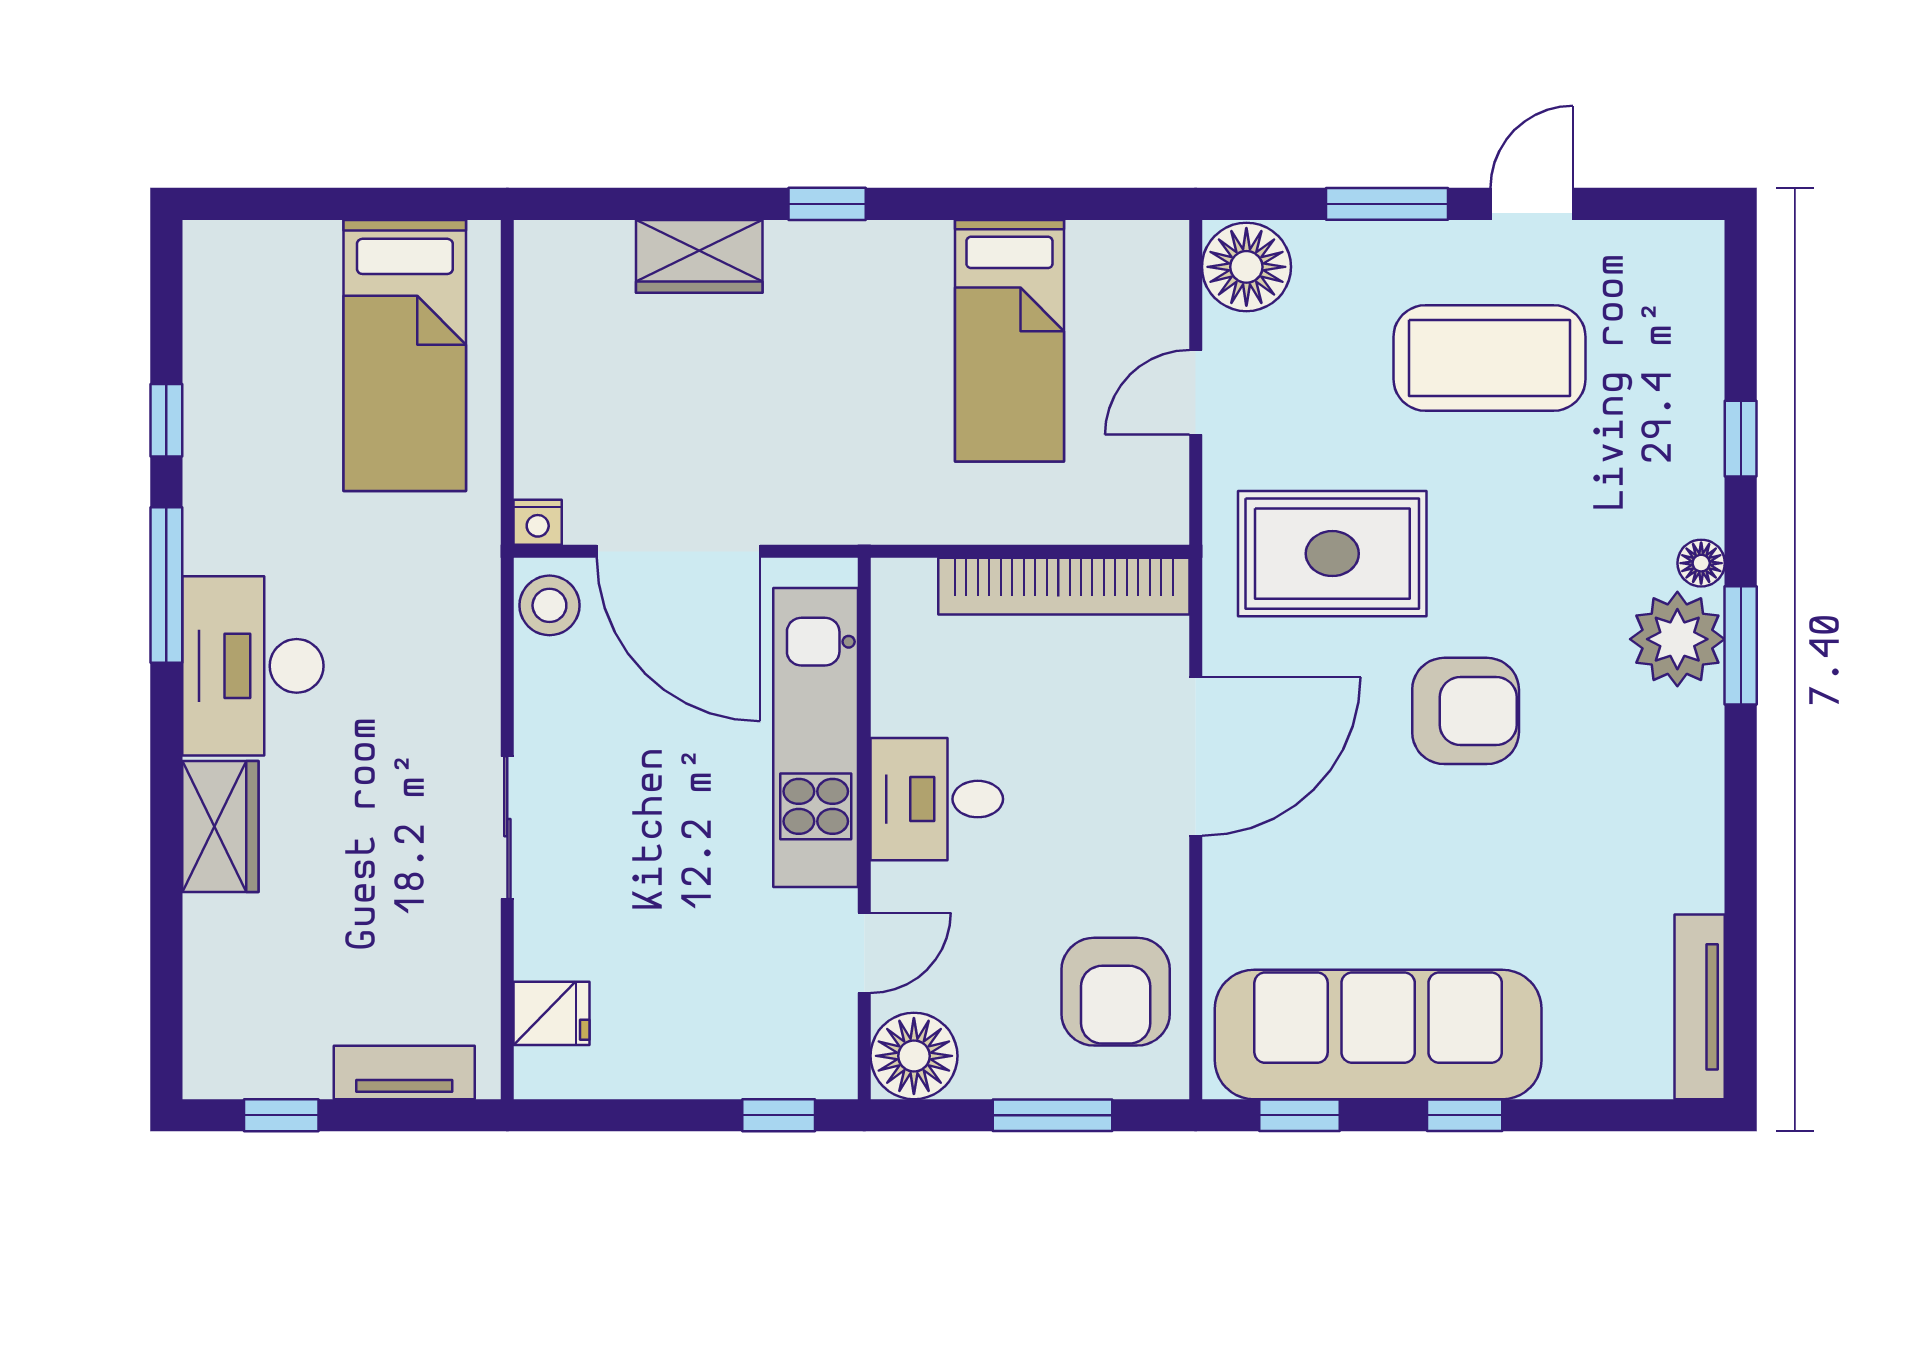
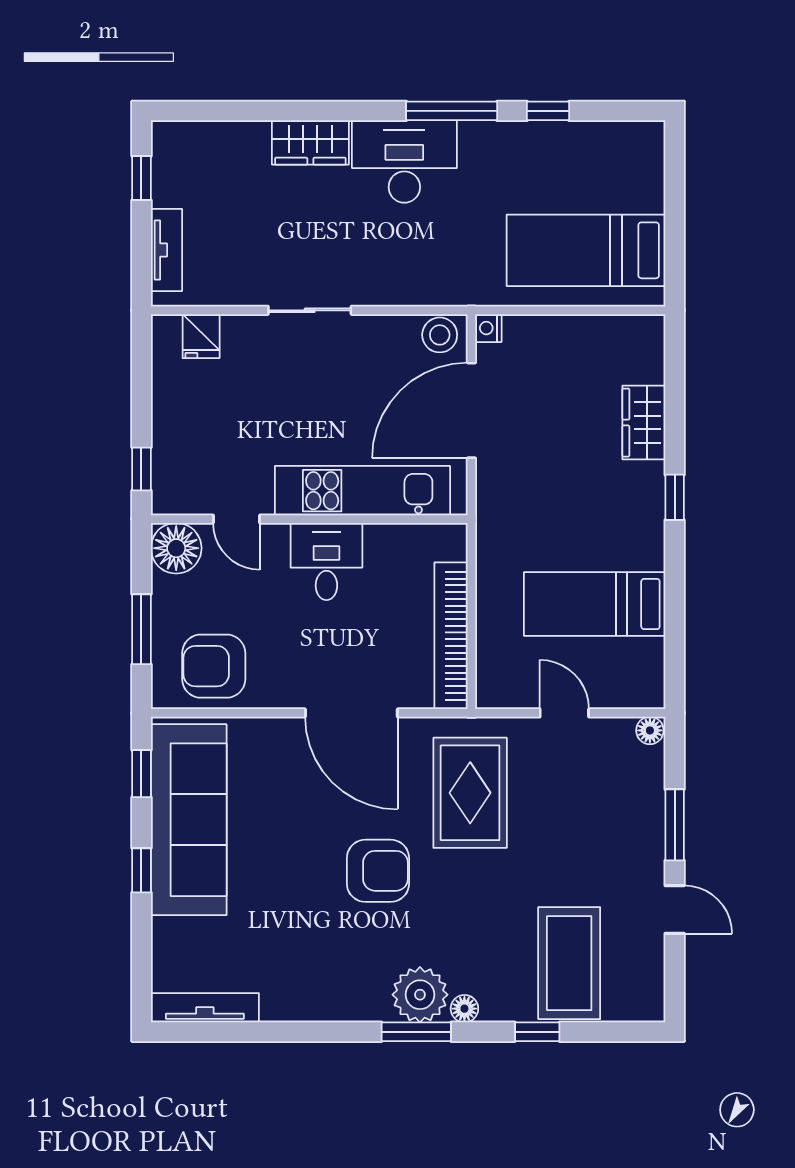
floor lamp: (1246, 267) -> (650, 730), width x0.53, depth x0.53
coffee table: (1490, 358) -> (569, 963), moved
armchair: (1466, 711) -> (378, 871), turned -90

